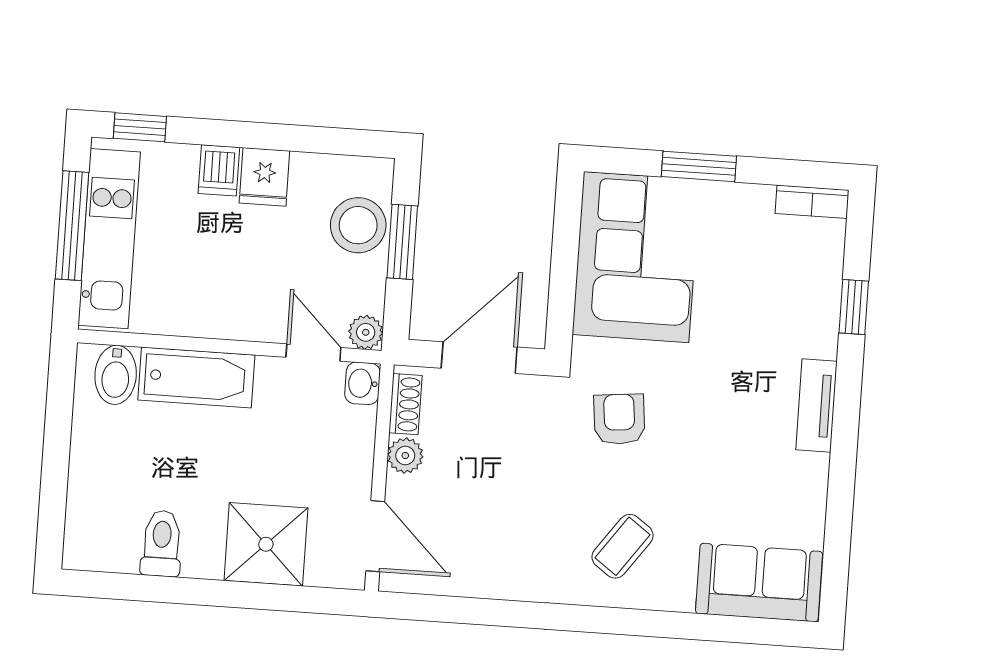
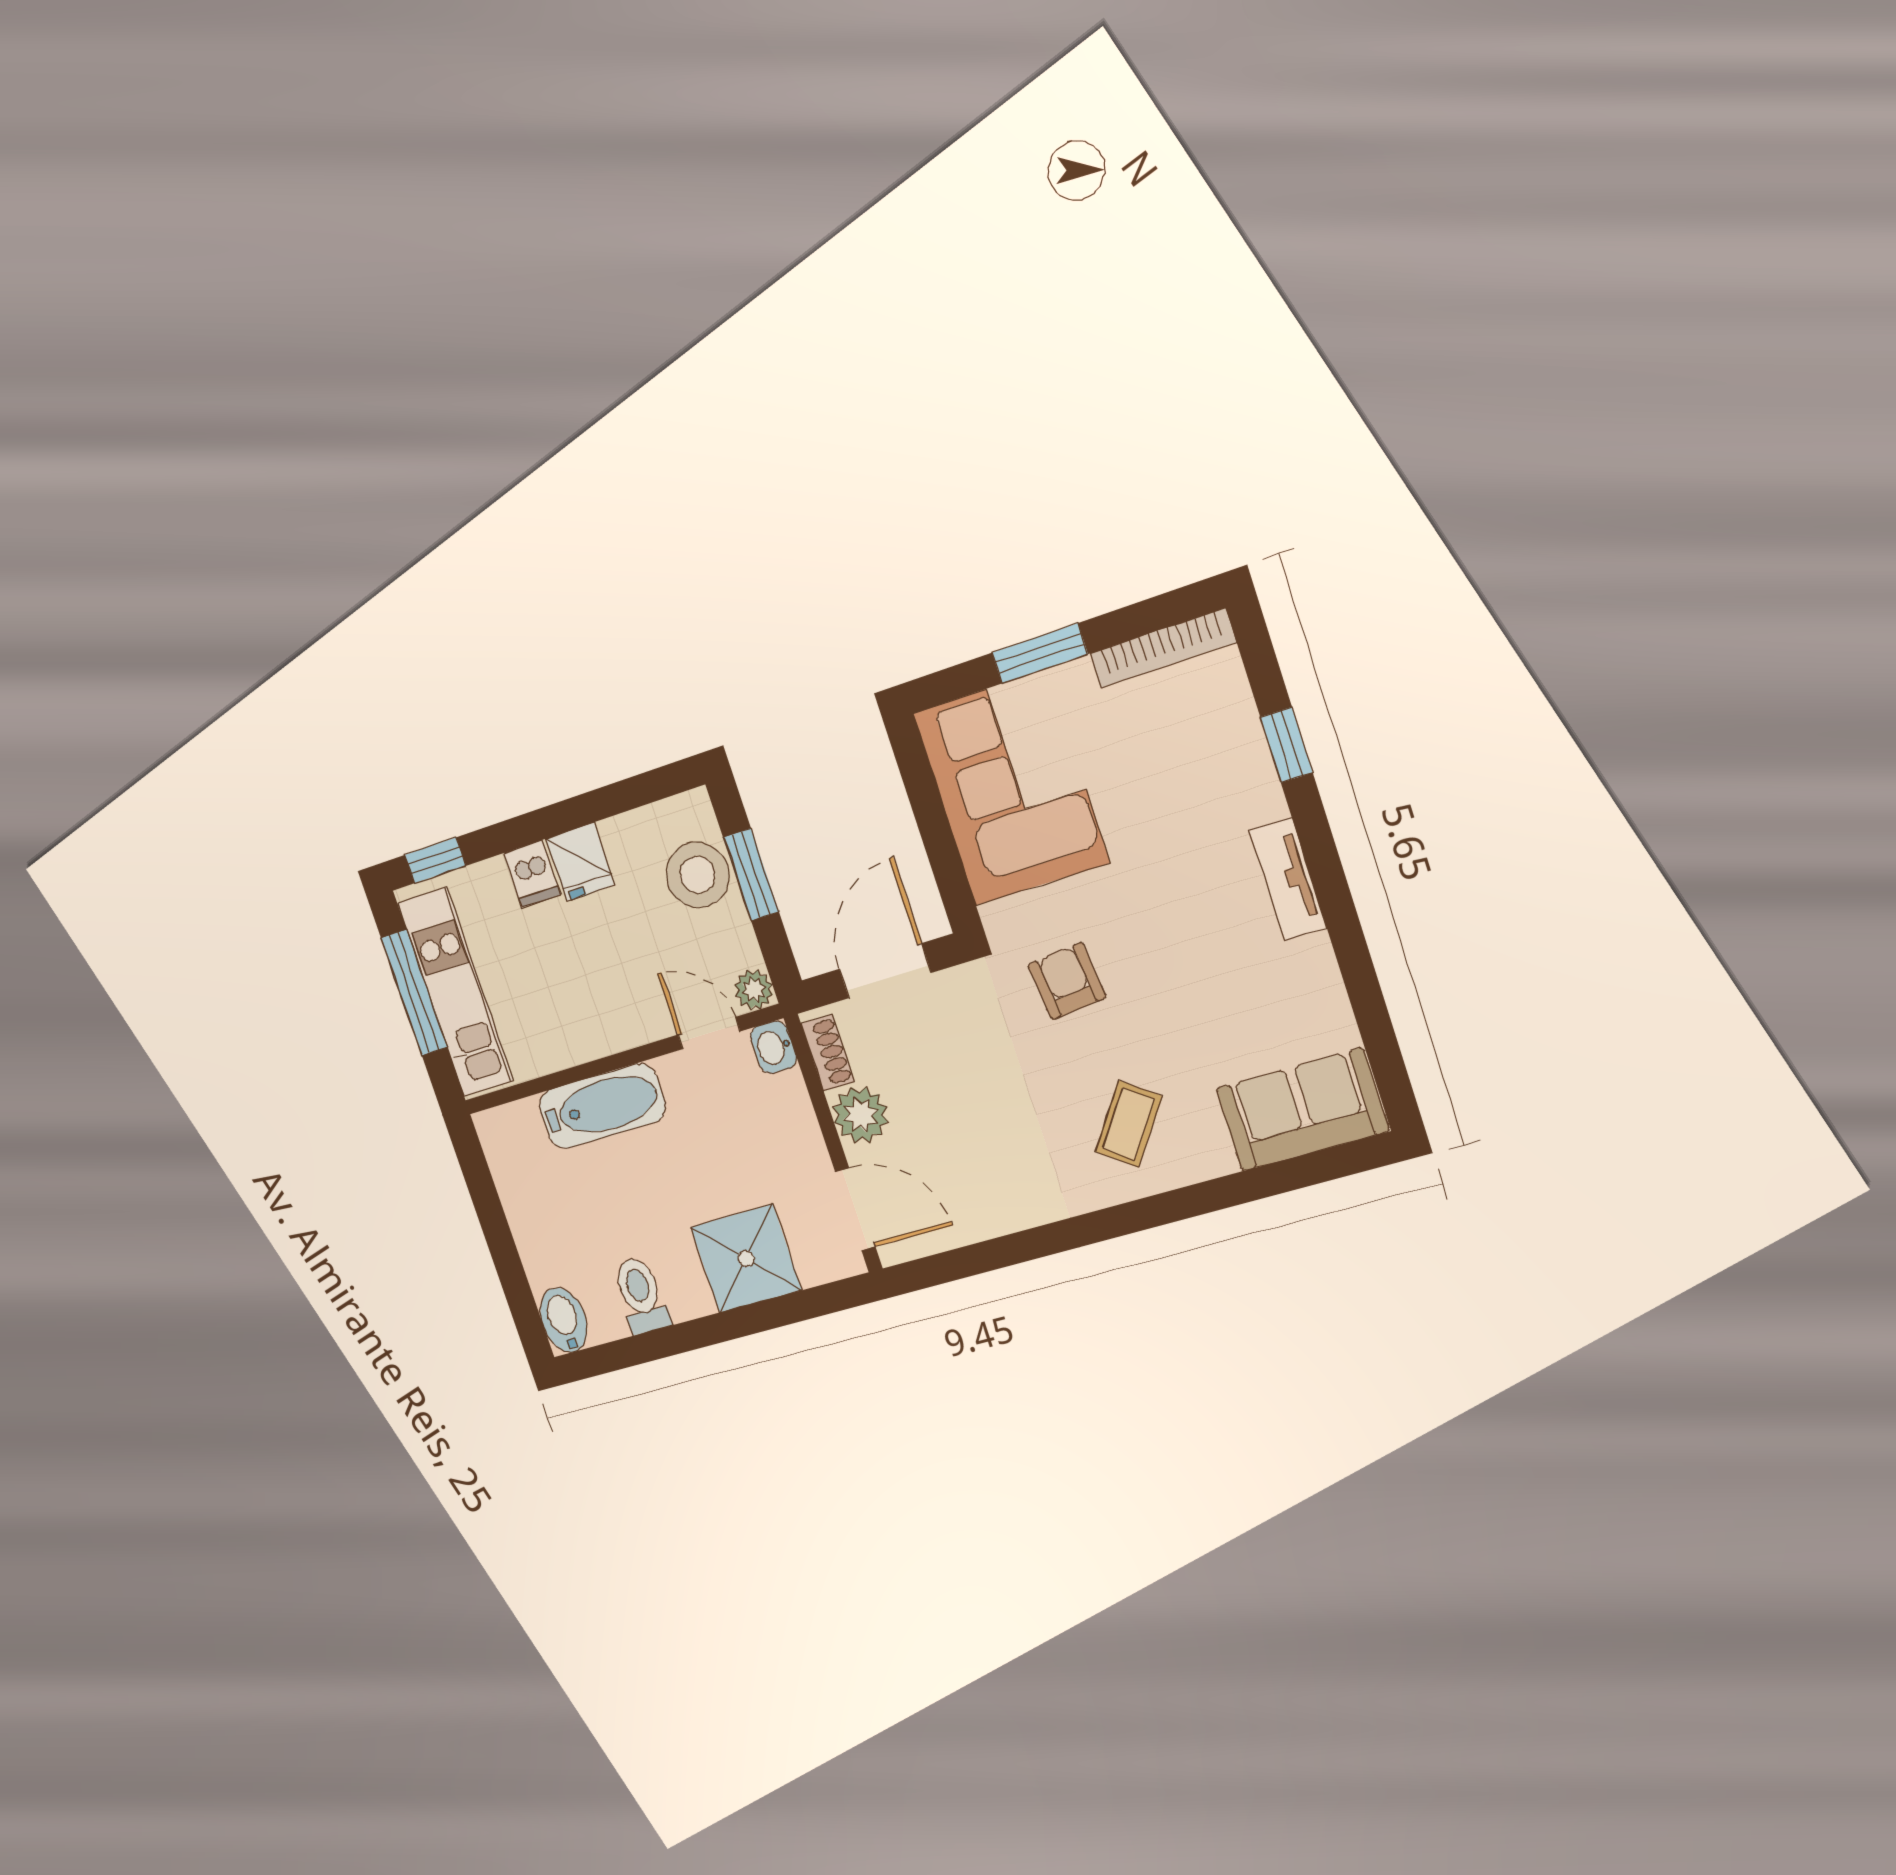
bookcase: (812, 202) -> (1163, 648), width x1.56
bidet: (116, 375) -> (564, 1320), moved, turned 180
plant: (405, 456) -> (861, 1115), width x1.38, depth x1.38

